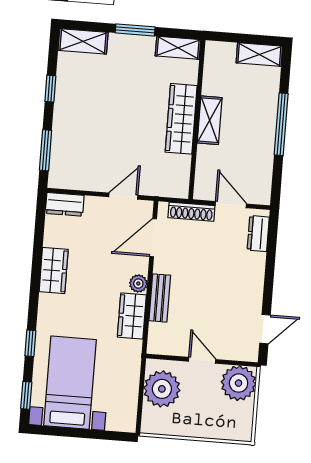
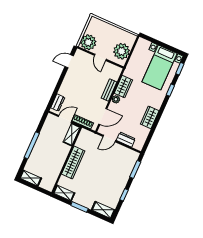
shelving: (210, 120) -> (72, 135), moved
dresser: (65, 204) -> (126, 140), moved
door: (231, 205) -> (65, 119), swing flipped

